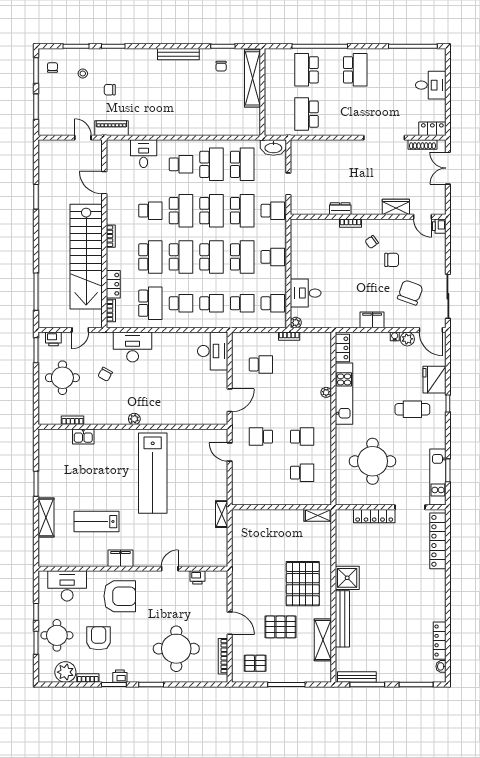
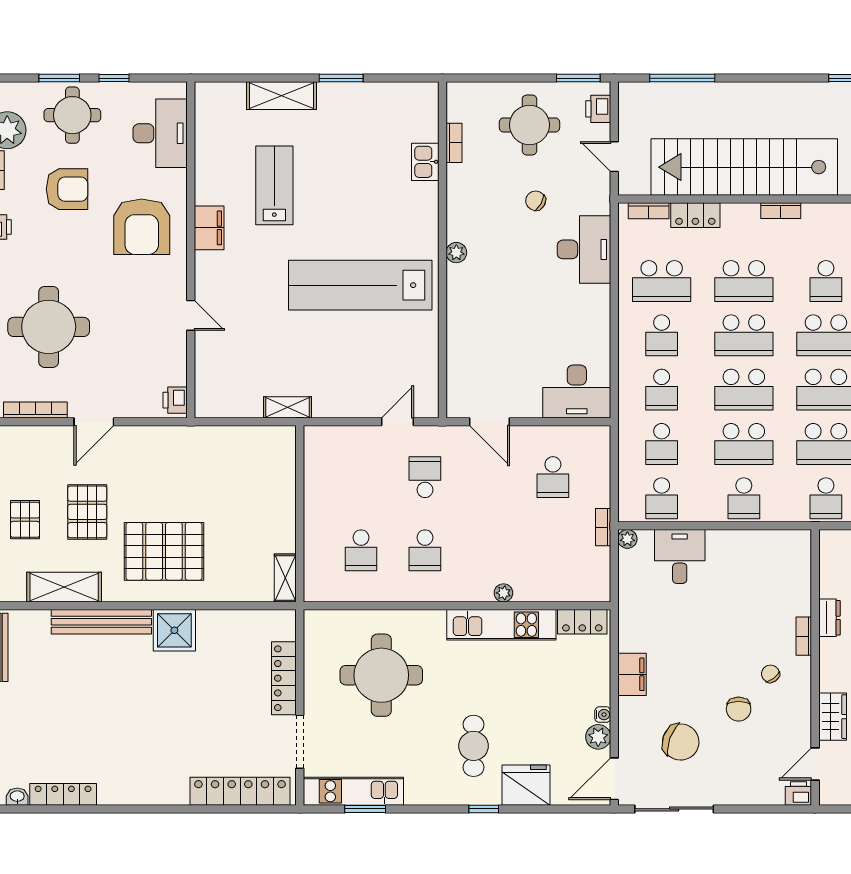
printer: (197, 577) -> (175, 400), moved
pallet: (255, 663) -> (25, 520), moved

